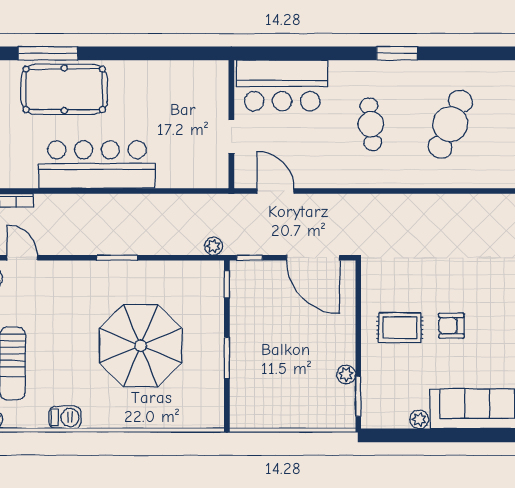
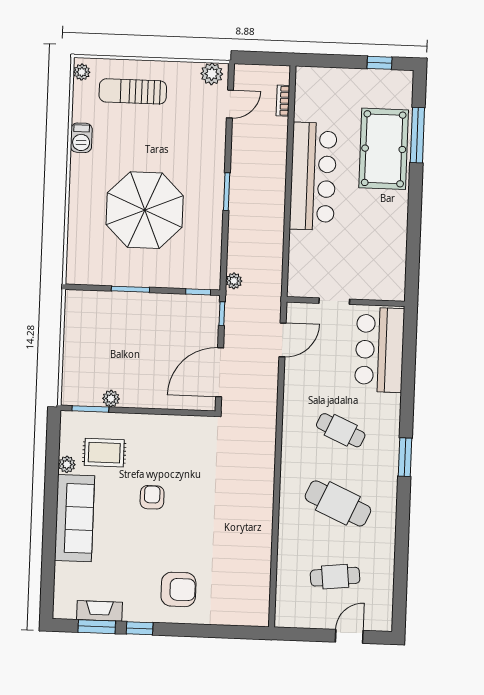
cafe table: (371, 124) -> (341, 430), turned 30
rug: (400, 328) -> (104, 453), moved, turned 90

